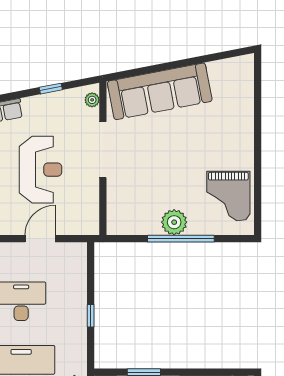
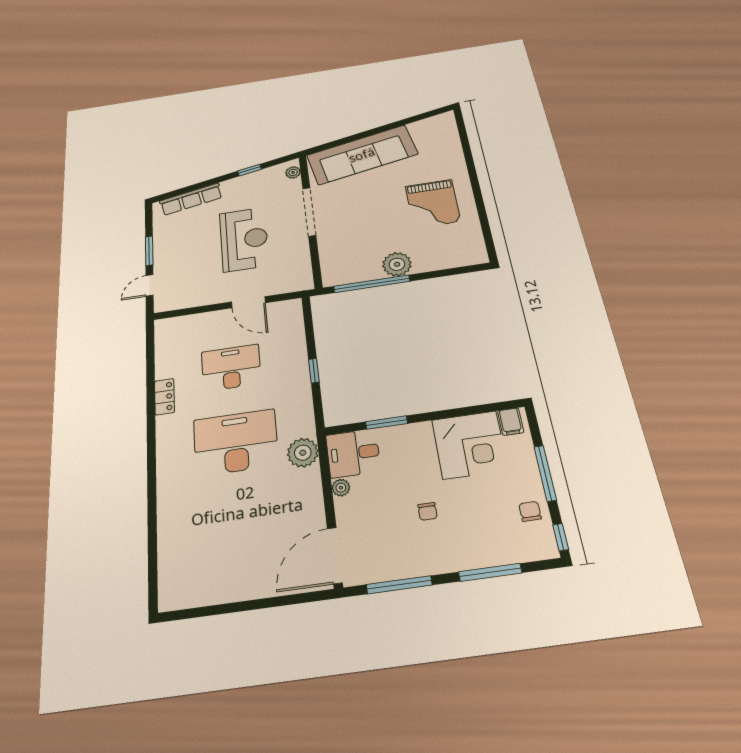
grand piano: (228, 196) -> (433, 204), moved
door: (40, 239) -> (248, 302), swing flipped
window: (181, 239) -> (372, 284), moved

